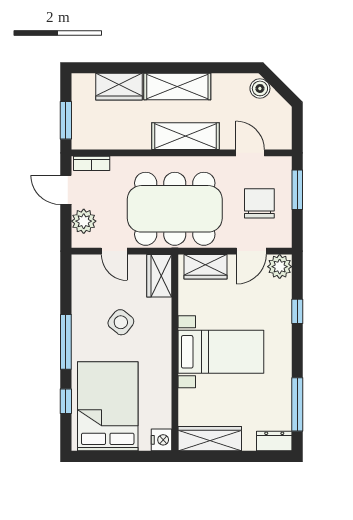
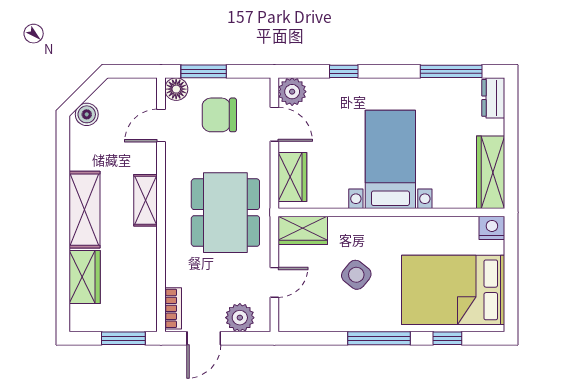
shelving: (185, 136) -> (146, 200), width x0.67, depth x0.75
floor lamp: (282, 166) -> (176, 89), added
dining table: (175, 209) -> (225, 213), width x0.73, depth x0.80

